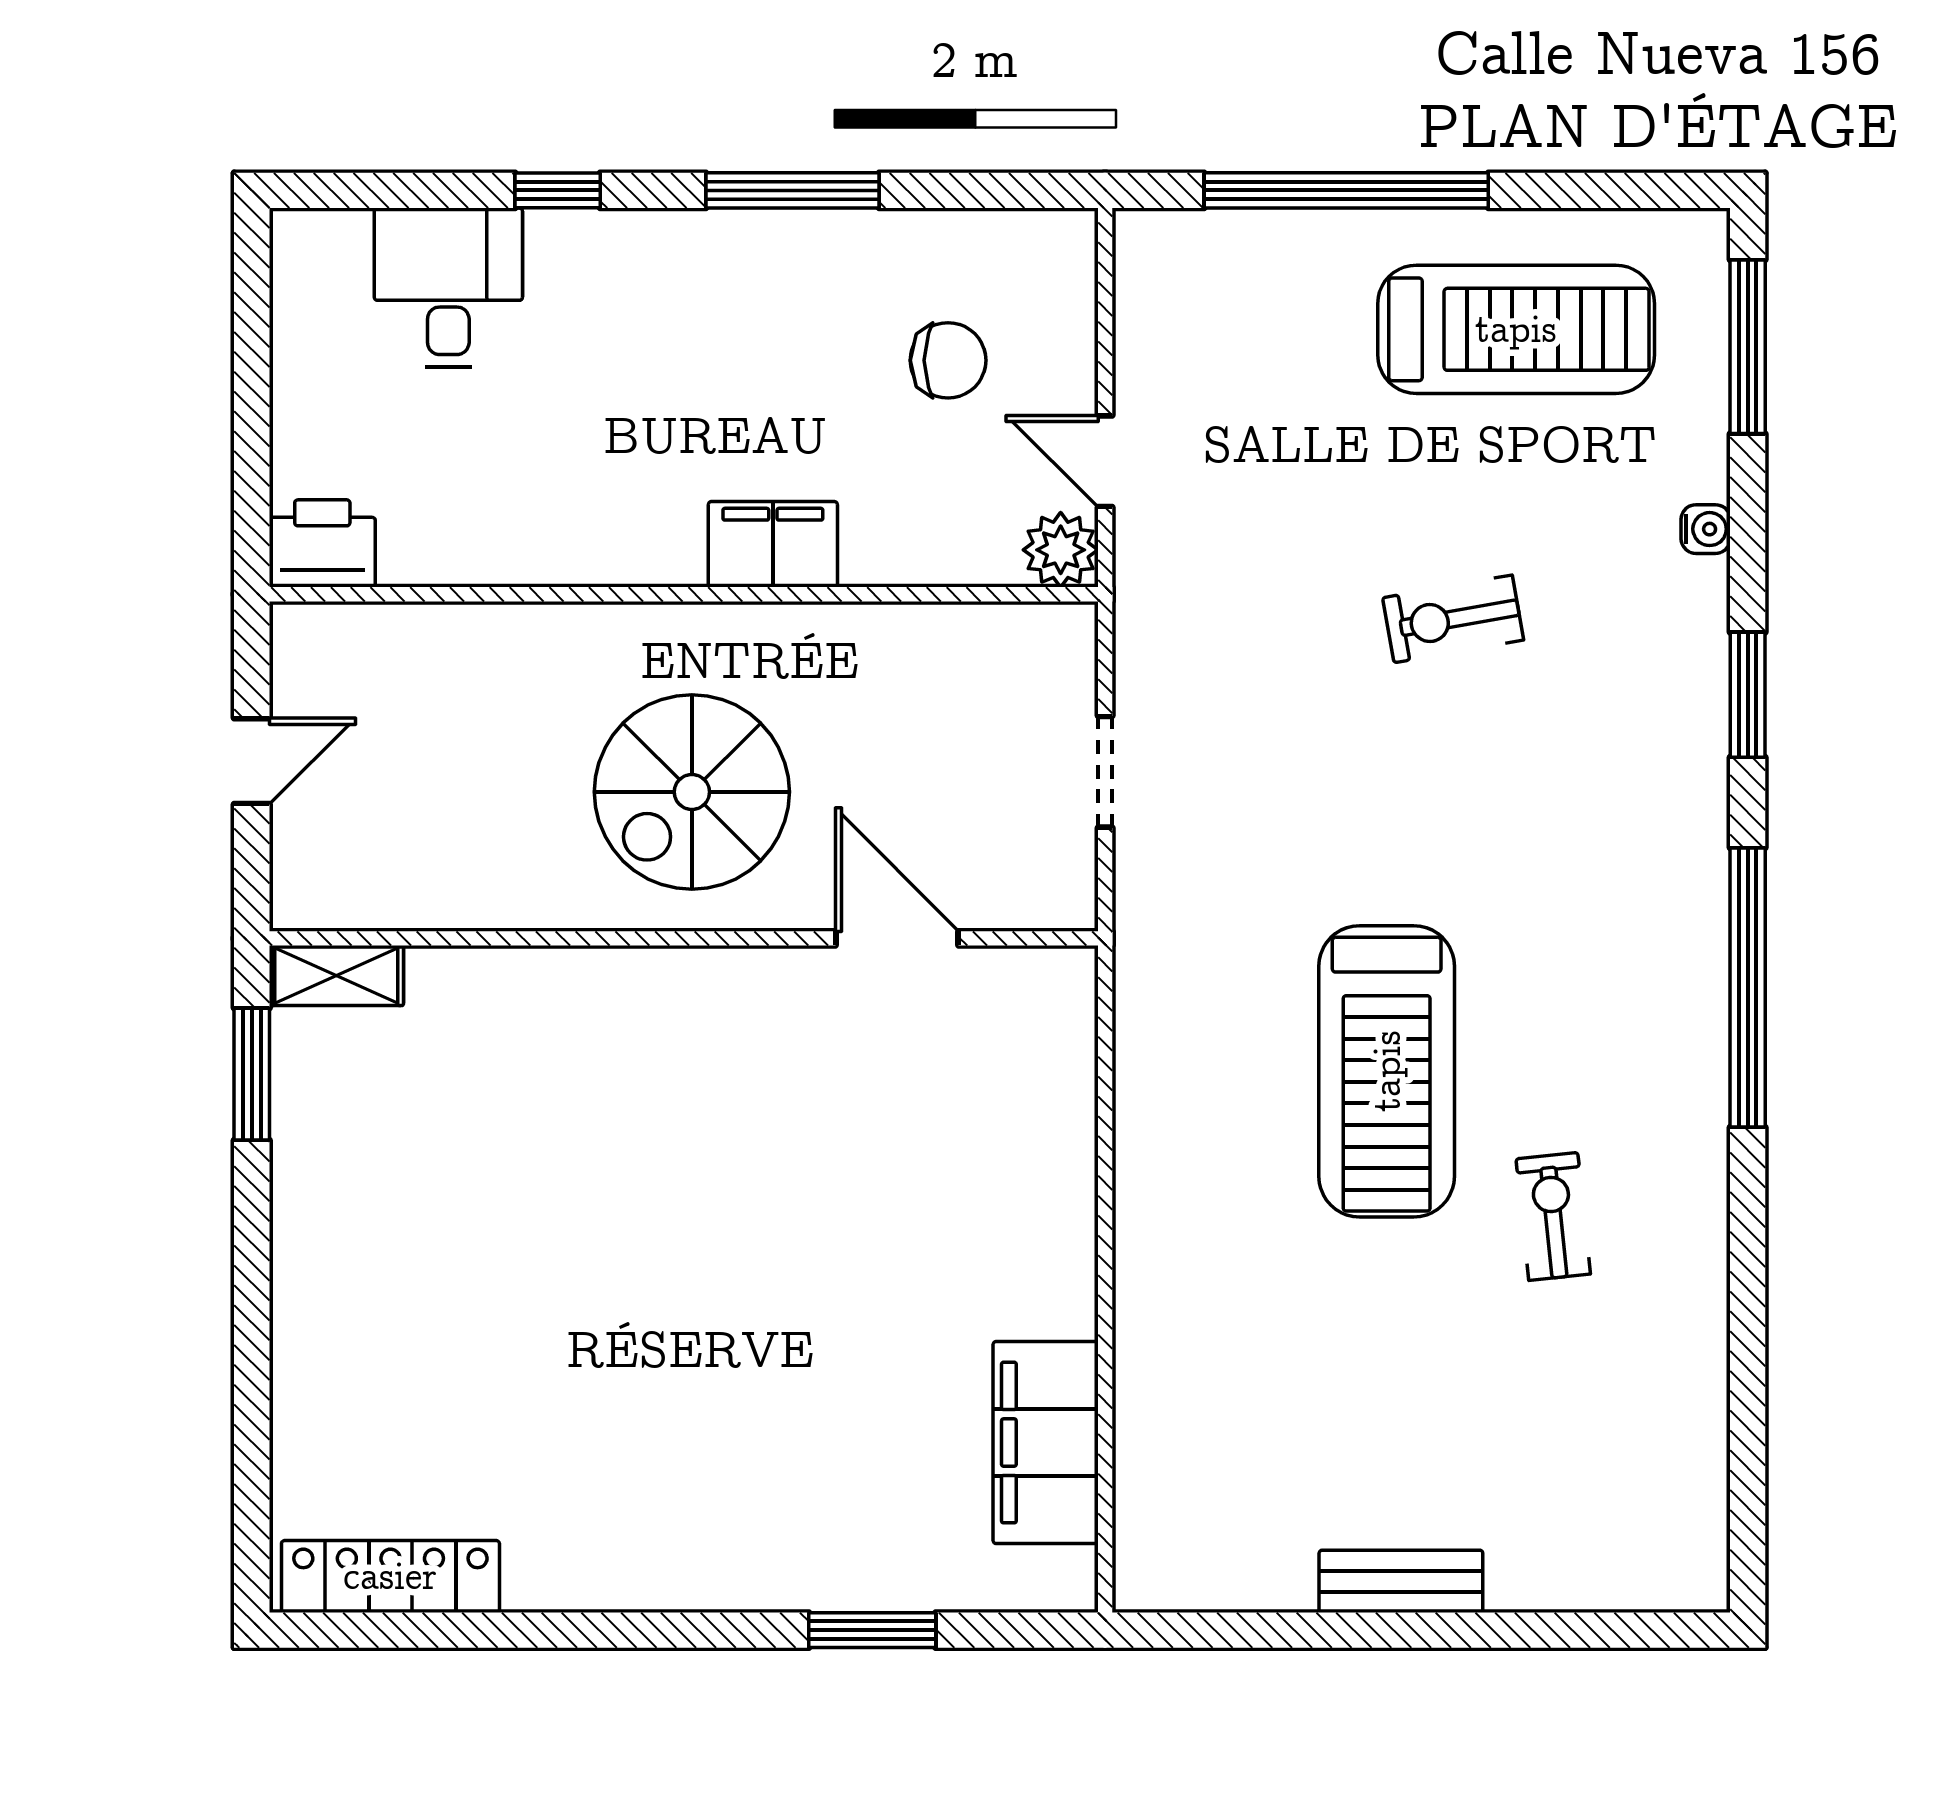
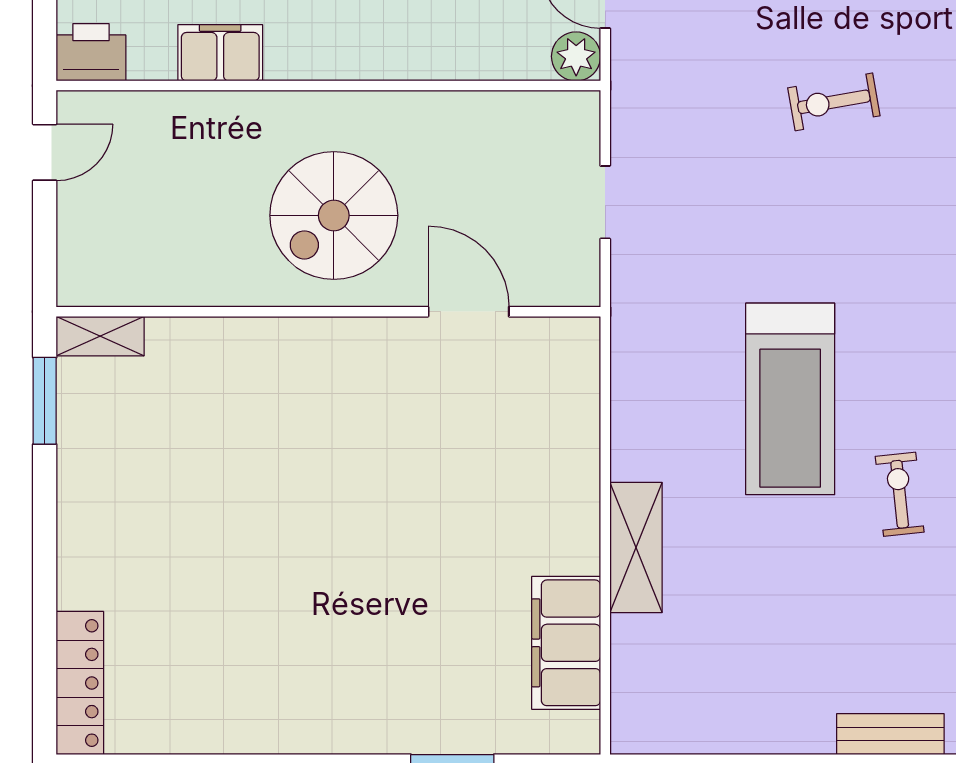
filing cabinet: (773, 544) -> (220, 53), moved
door: (252, 761) -> (45, 152), moved
shelving: (1152, 1297) -> (636, 548), added
locker: (390, 1576) -> (80, 683), moved, turned 90
bench: (1401, 1581) -> (890, 734), moved

